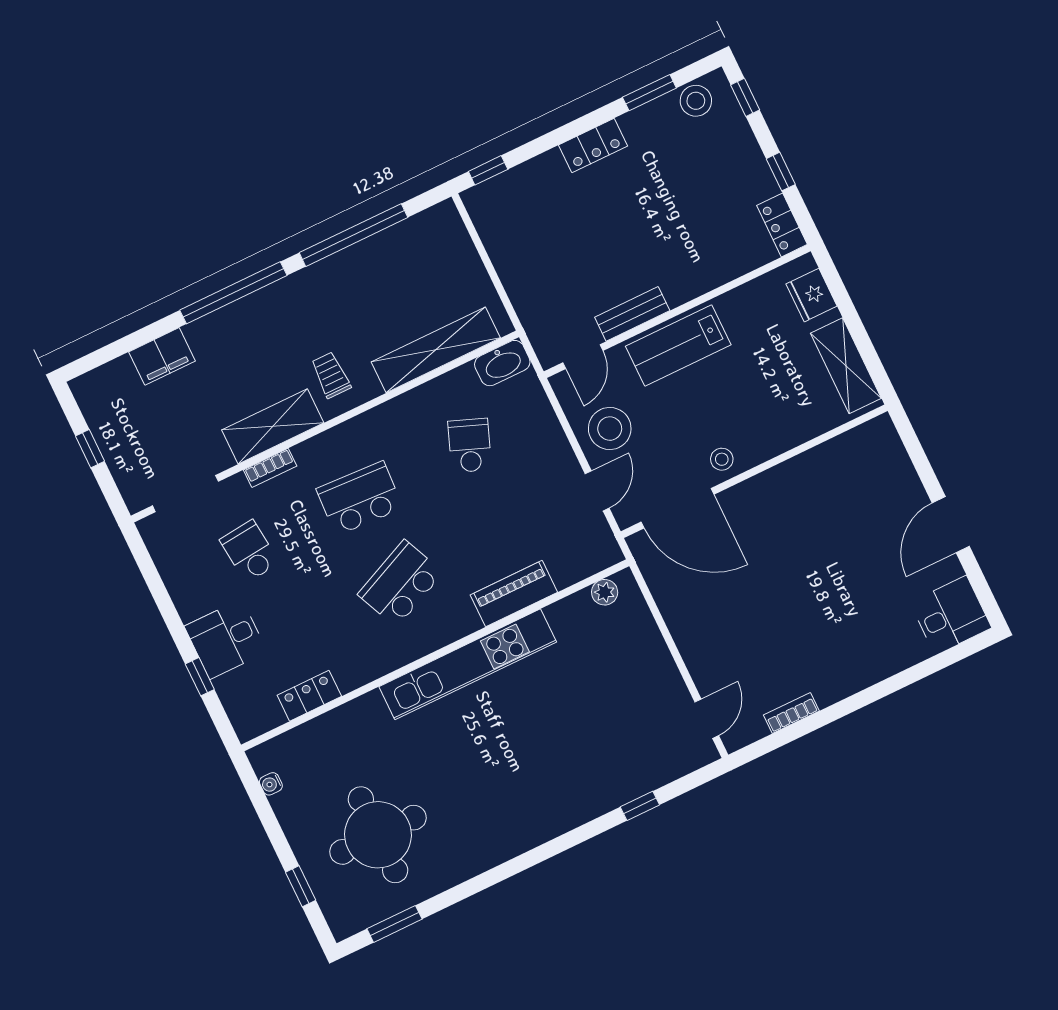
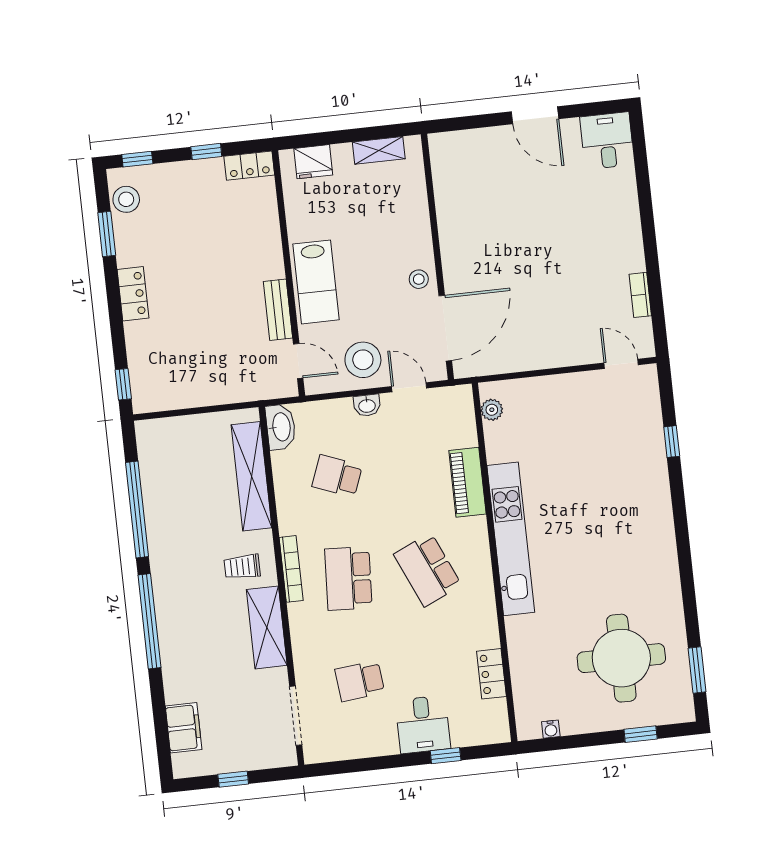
filing cabinet: (162, 356) -> (184, 728), moved
shelving: (846, 366) -> (379, 150), width x0.67, depth x0.75
washbasin: (560, 451) -> (367, 405), added
bookcase: (270, 468) -> (291, 569), moved, width x1.56

